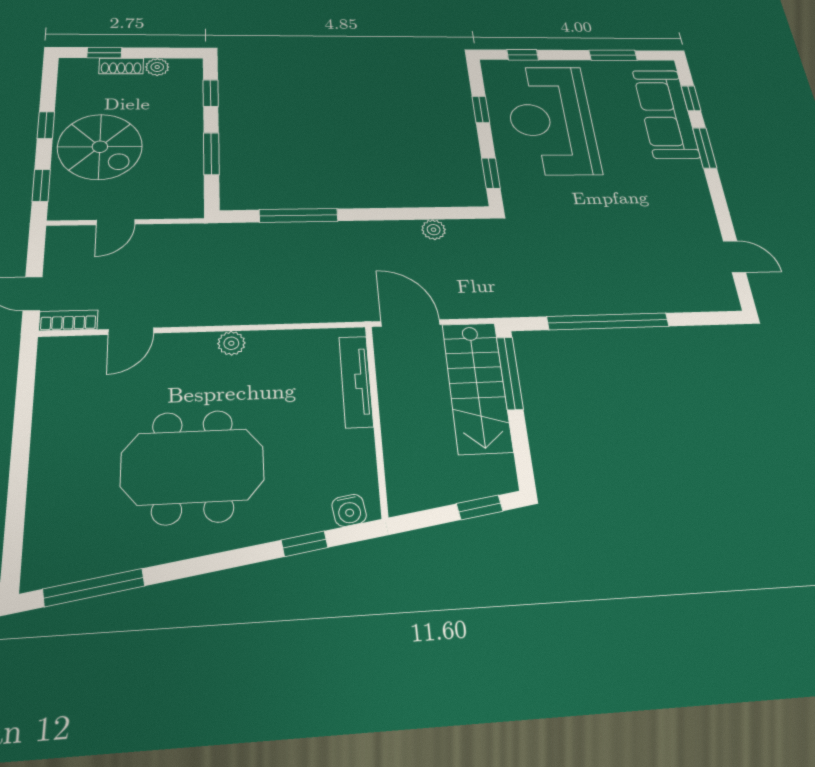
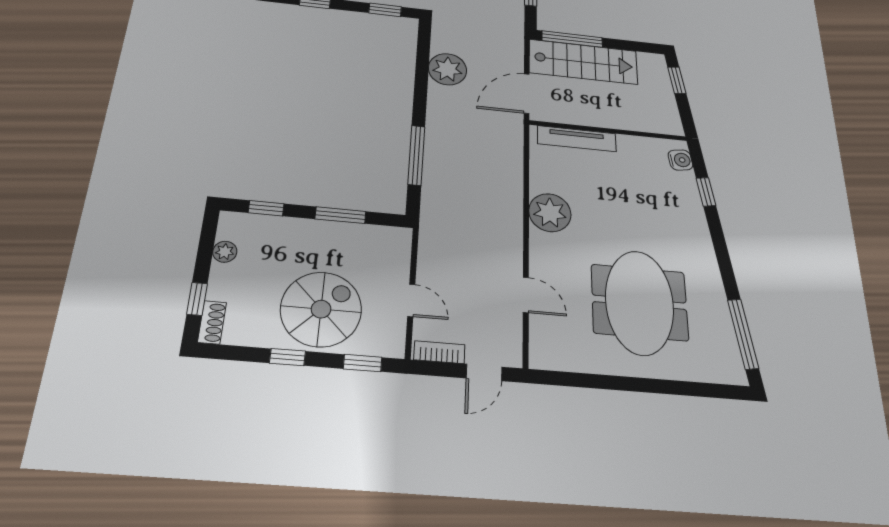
shoe rack: (121, 66) -> (212, 322), moved
plant: (434, 230) -> (448, 69), width x1.88, depth x1.88
bookcase: (68, 320) -> (439, 352), moved, turned 90
plant: (231, 343) -> (550, 213), width x1.87, depth x1.87
meeting table: (193, 466) -> (640, 302), moved

